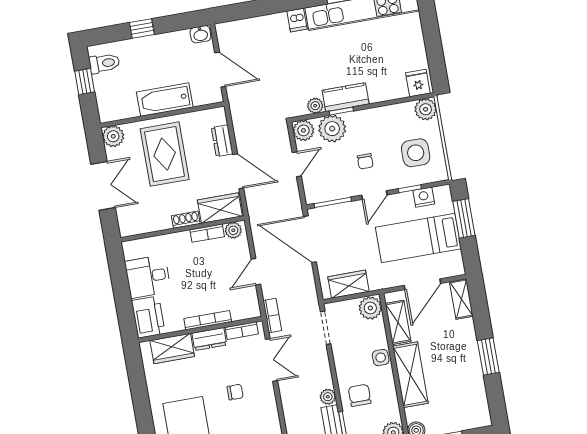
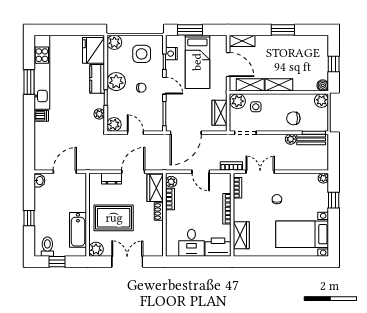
fridge: (418, 83) -> (94, 50), width x1.88, depth x1.34
kitchen counter: (346, 97) -> (97, 79), moved
bathtub: (165, 100) -> (78, 230), moved
plant: (332, 129) -> (116, 82), moved
dresser: (209, 339) -> (239, 210), removed
side table: (381, 358) -> (256, 107), moved
shelving: (410, 375) -> (279, 85), width x0.67, depth x0.75

